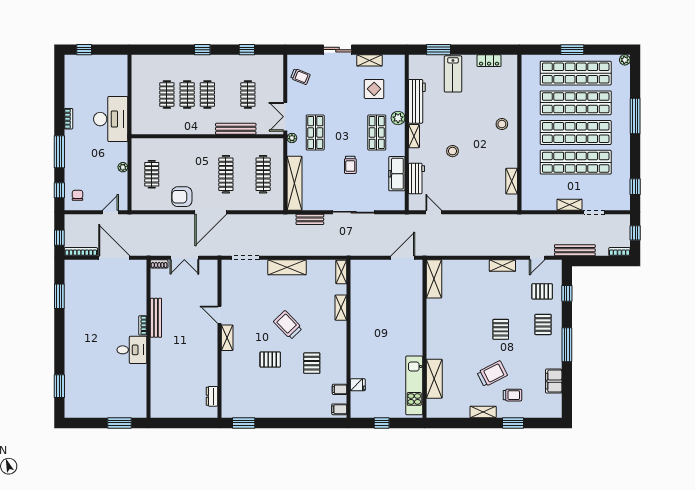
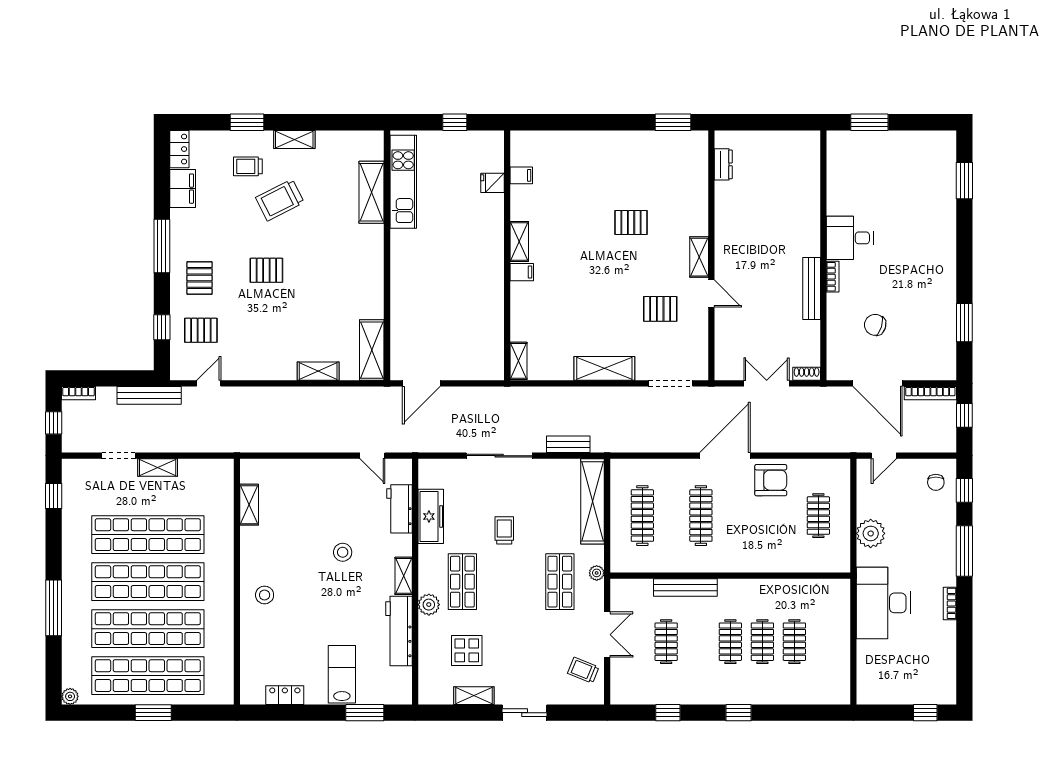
double door: (285, 117) -> (607, 635), moved
plant: (123, 167) -> (871, 533), width x1.87, depth x1.87
shelving: (502, 266) -> (318, 371), moved
chair: (116, 295) -> (875, 325), added
shelving: (341, 308) -> (519, 242), moved
trolley: (288, 325) -> (603, 277), removed
pallet: (501, 329) -> (266, 270), turned 90
pallet: (312, 363) -> (660, 309), moved, turned 90
locker: (556, 406) -> (179, 149), added
filing cabinet: (339, 409) -> (522, 272), moved

